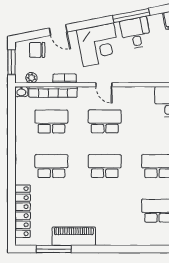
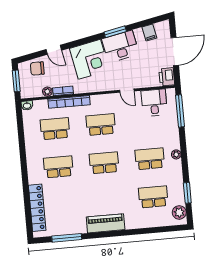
window: (131, 15) -> (115, 32), width x0.69
desk: (136, 33) -> (120, 46), width x1.37
plant: (31, 78) -> (47, 92), moved
door: (104, 85) -> (127, 91), moved
bookcase: (53, 92) -> (69, 102), moved
piano: (74, 236) -> (106, 223), moved

